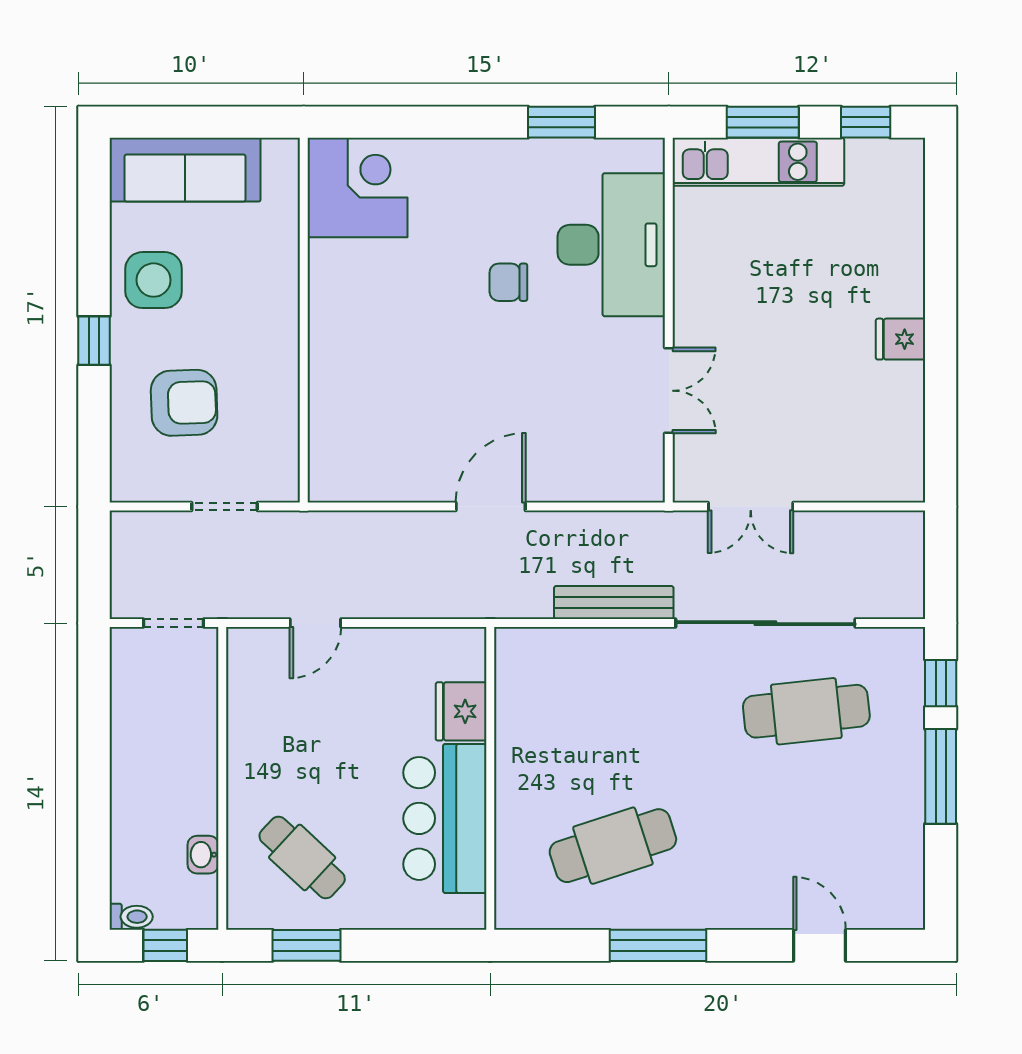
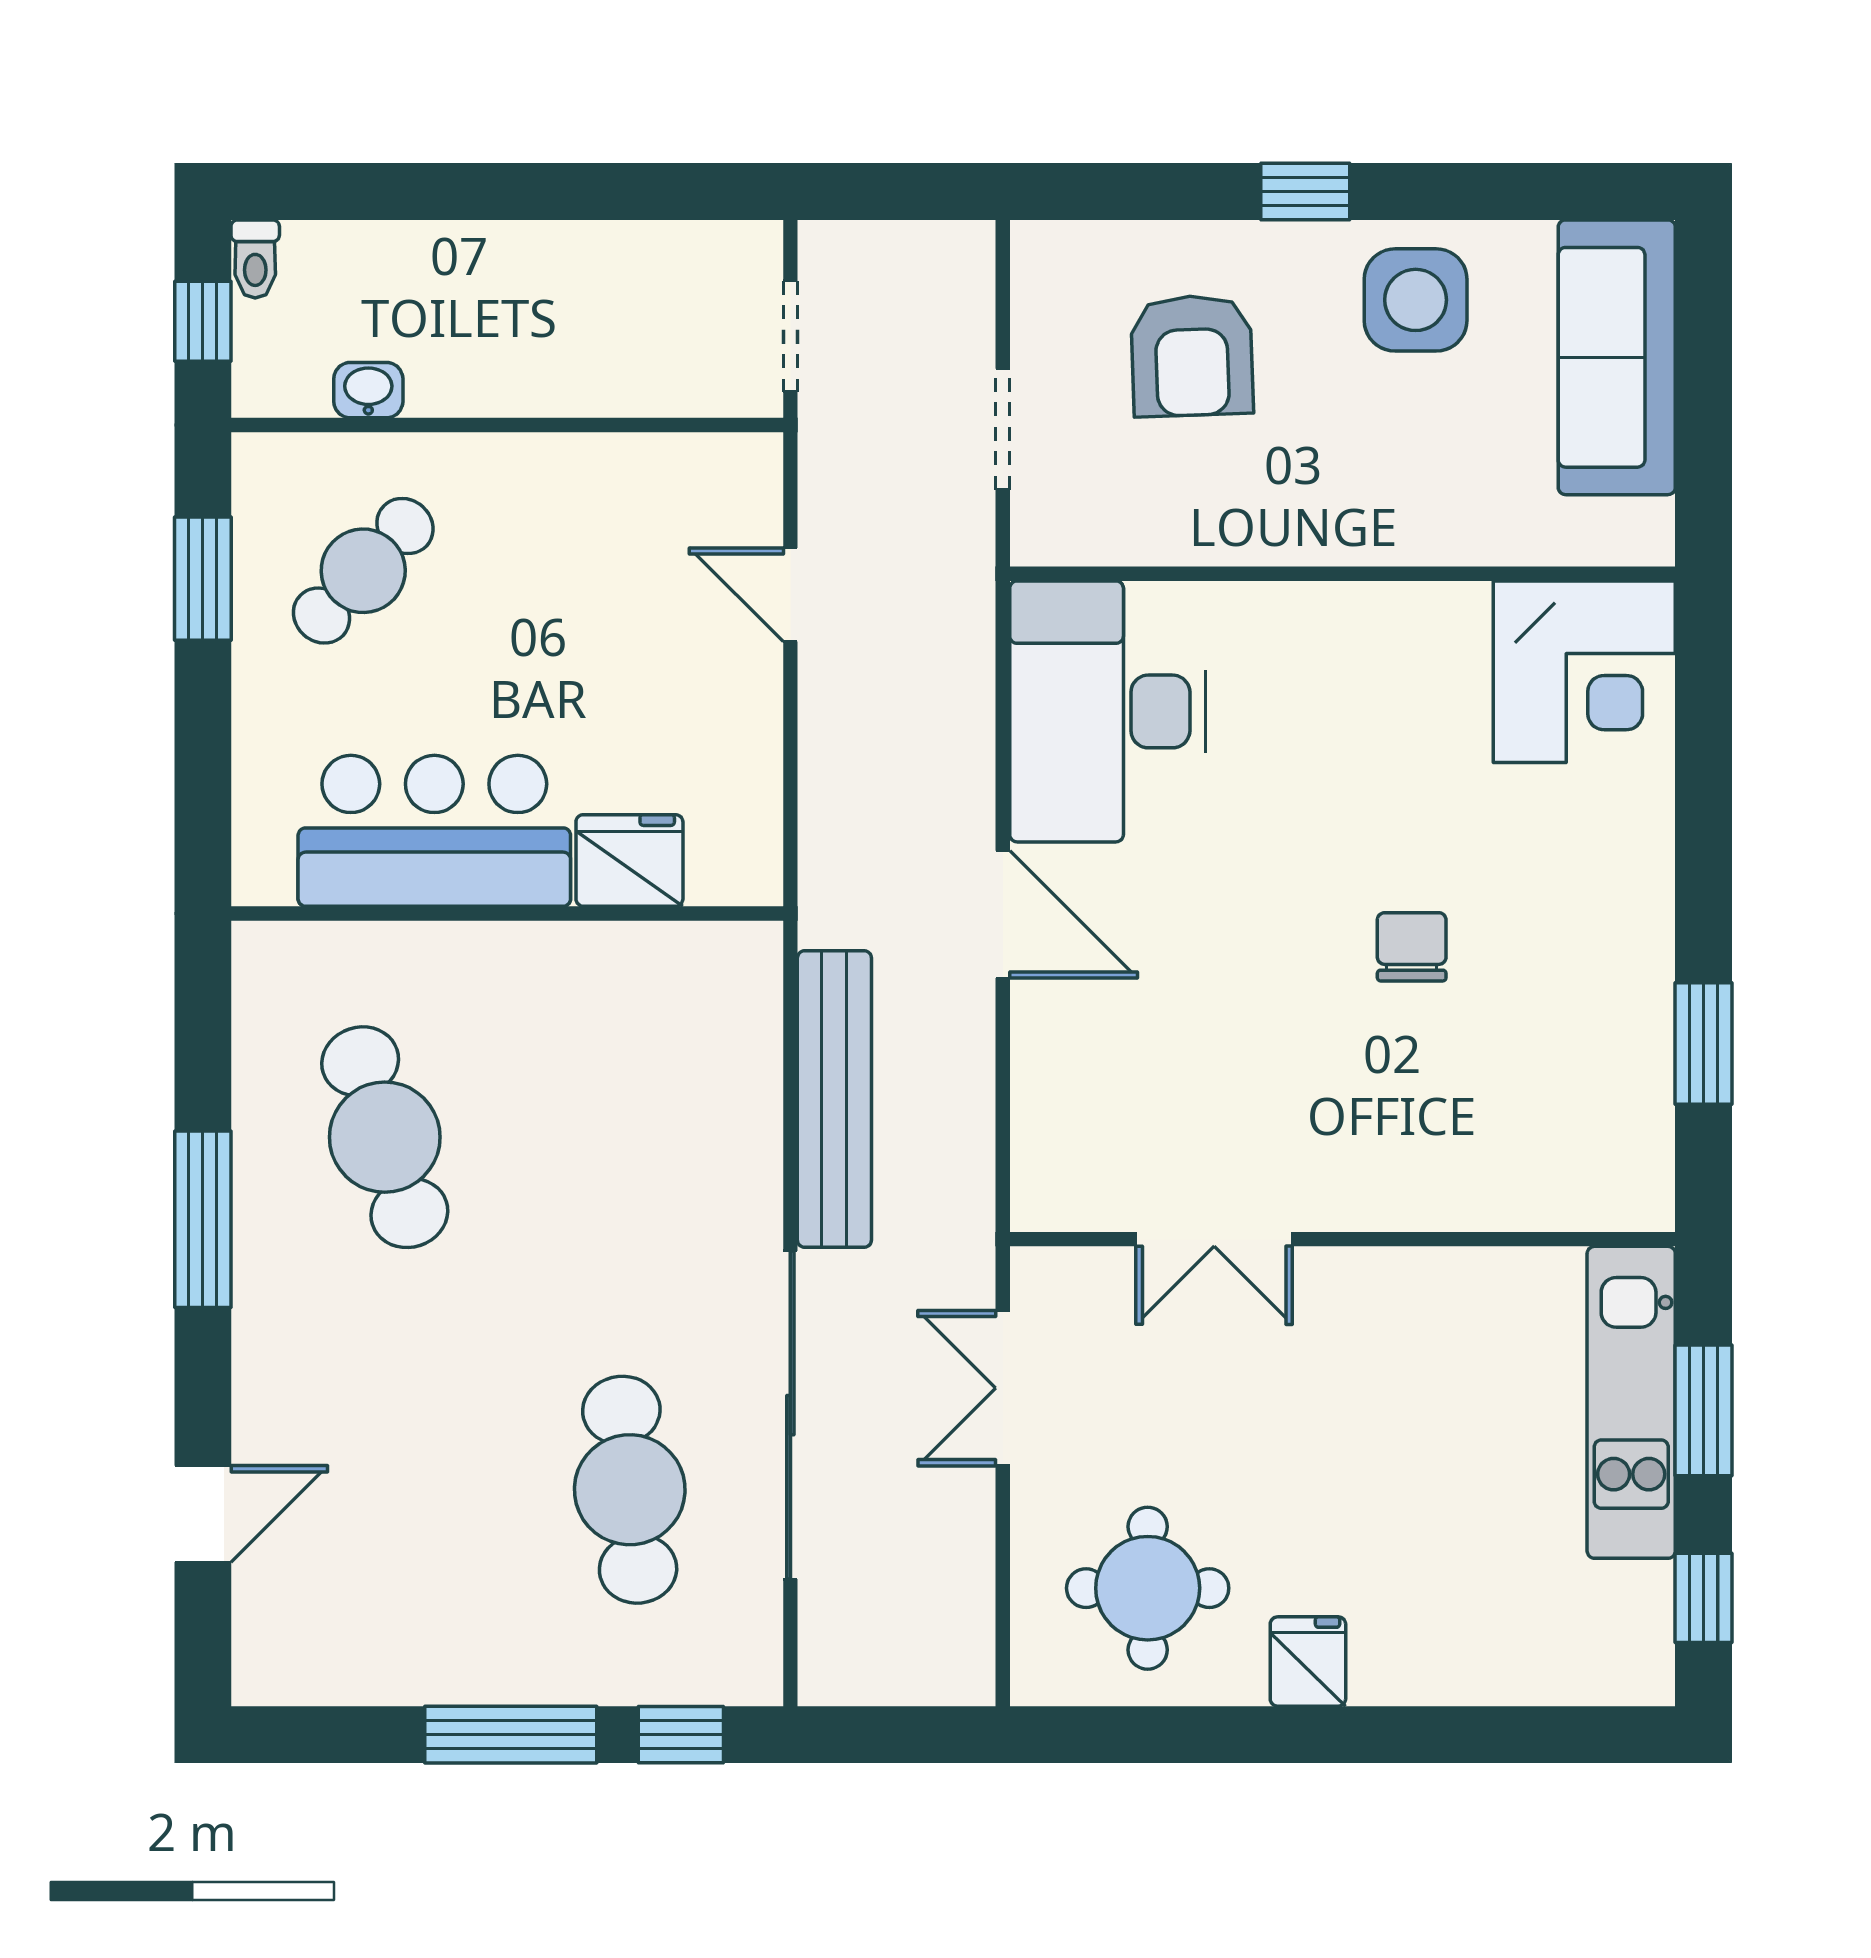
desk: (611, 245) -> (1108, 711), moved, turned 90
round table: (860, 427) -> (1148, 1588), added
bench: (614, 603) -> (834, 1099), width x1.37, depth x1.21

